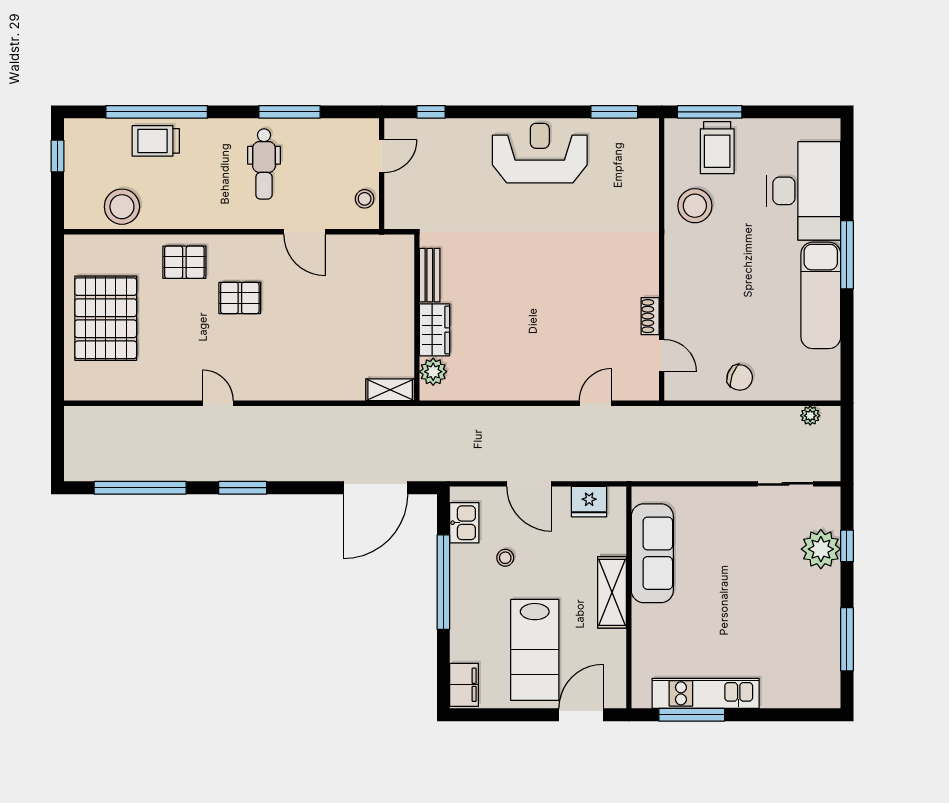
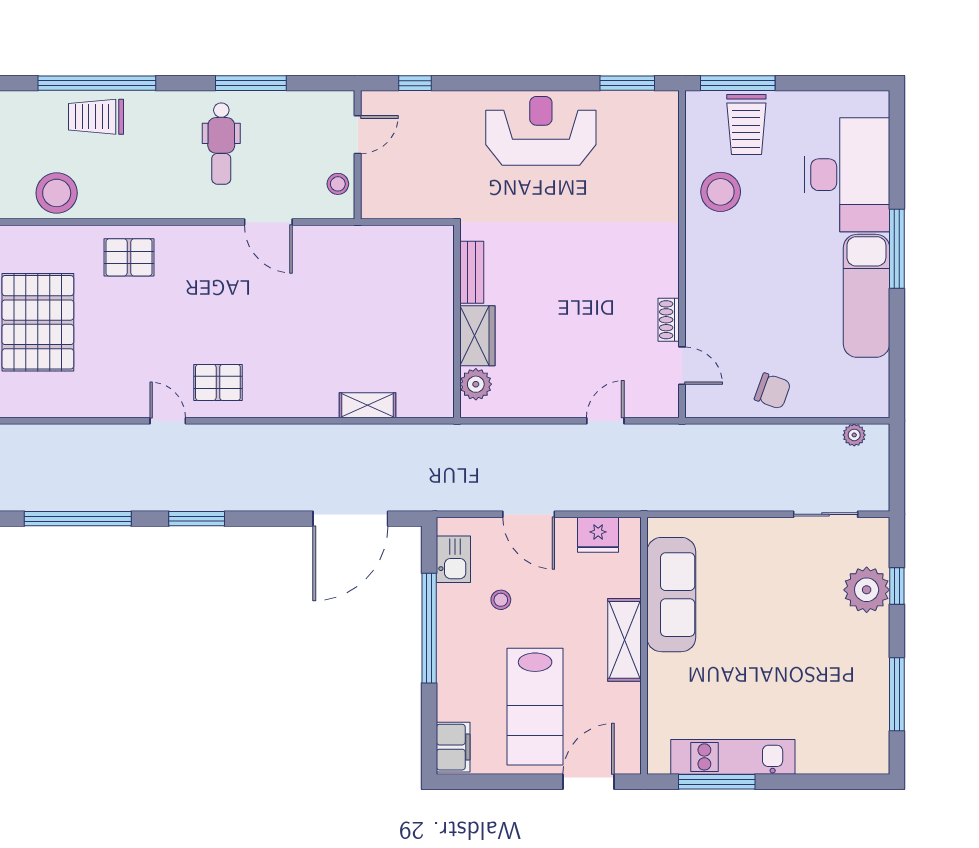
bench: (430, 275) -> (472, 272), moved
pallet: (240, 298) -> (218, 382), moved
wall: (417, 317) -> (457, 321), moved
wardrobe: (435, 330) -> (477, 336), moved
plant: (433, 372) -> (476, 384), moved

